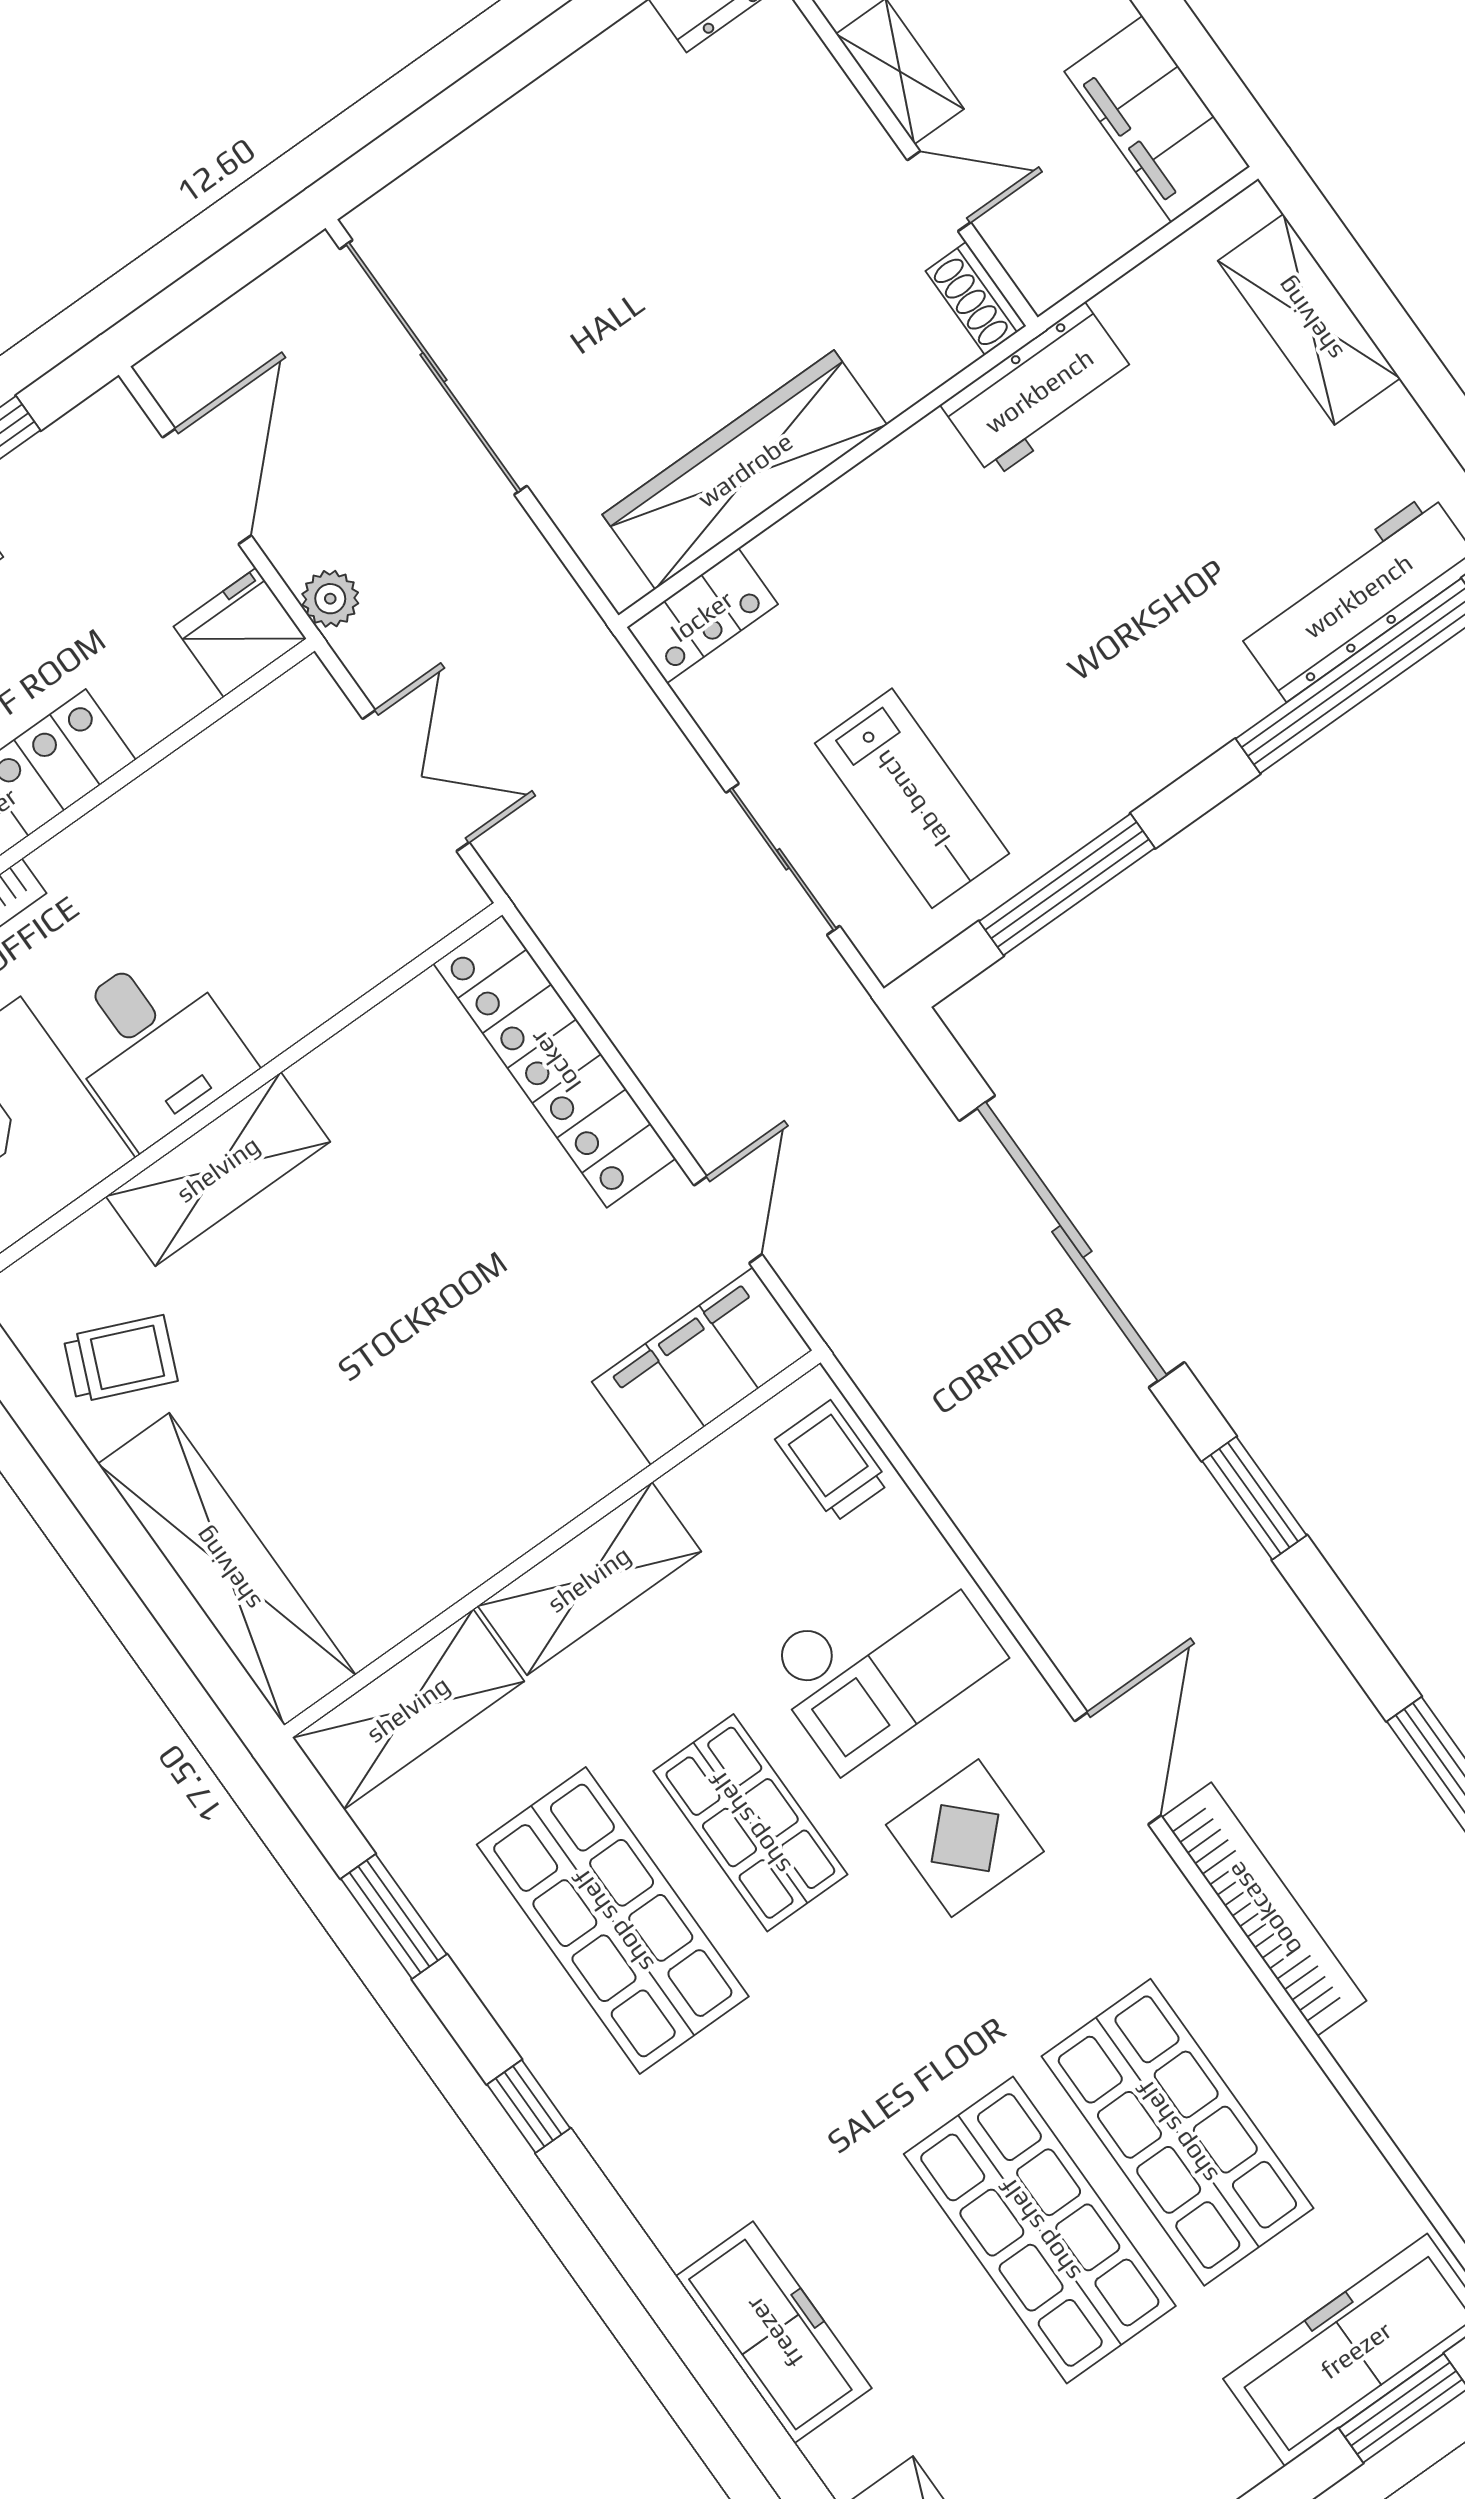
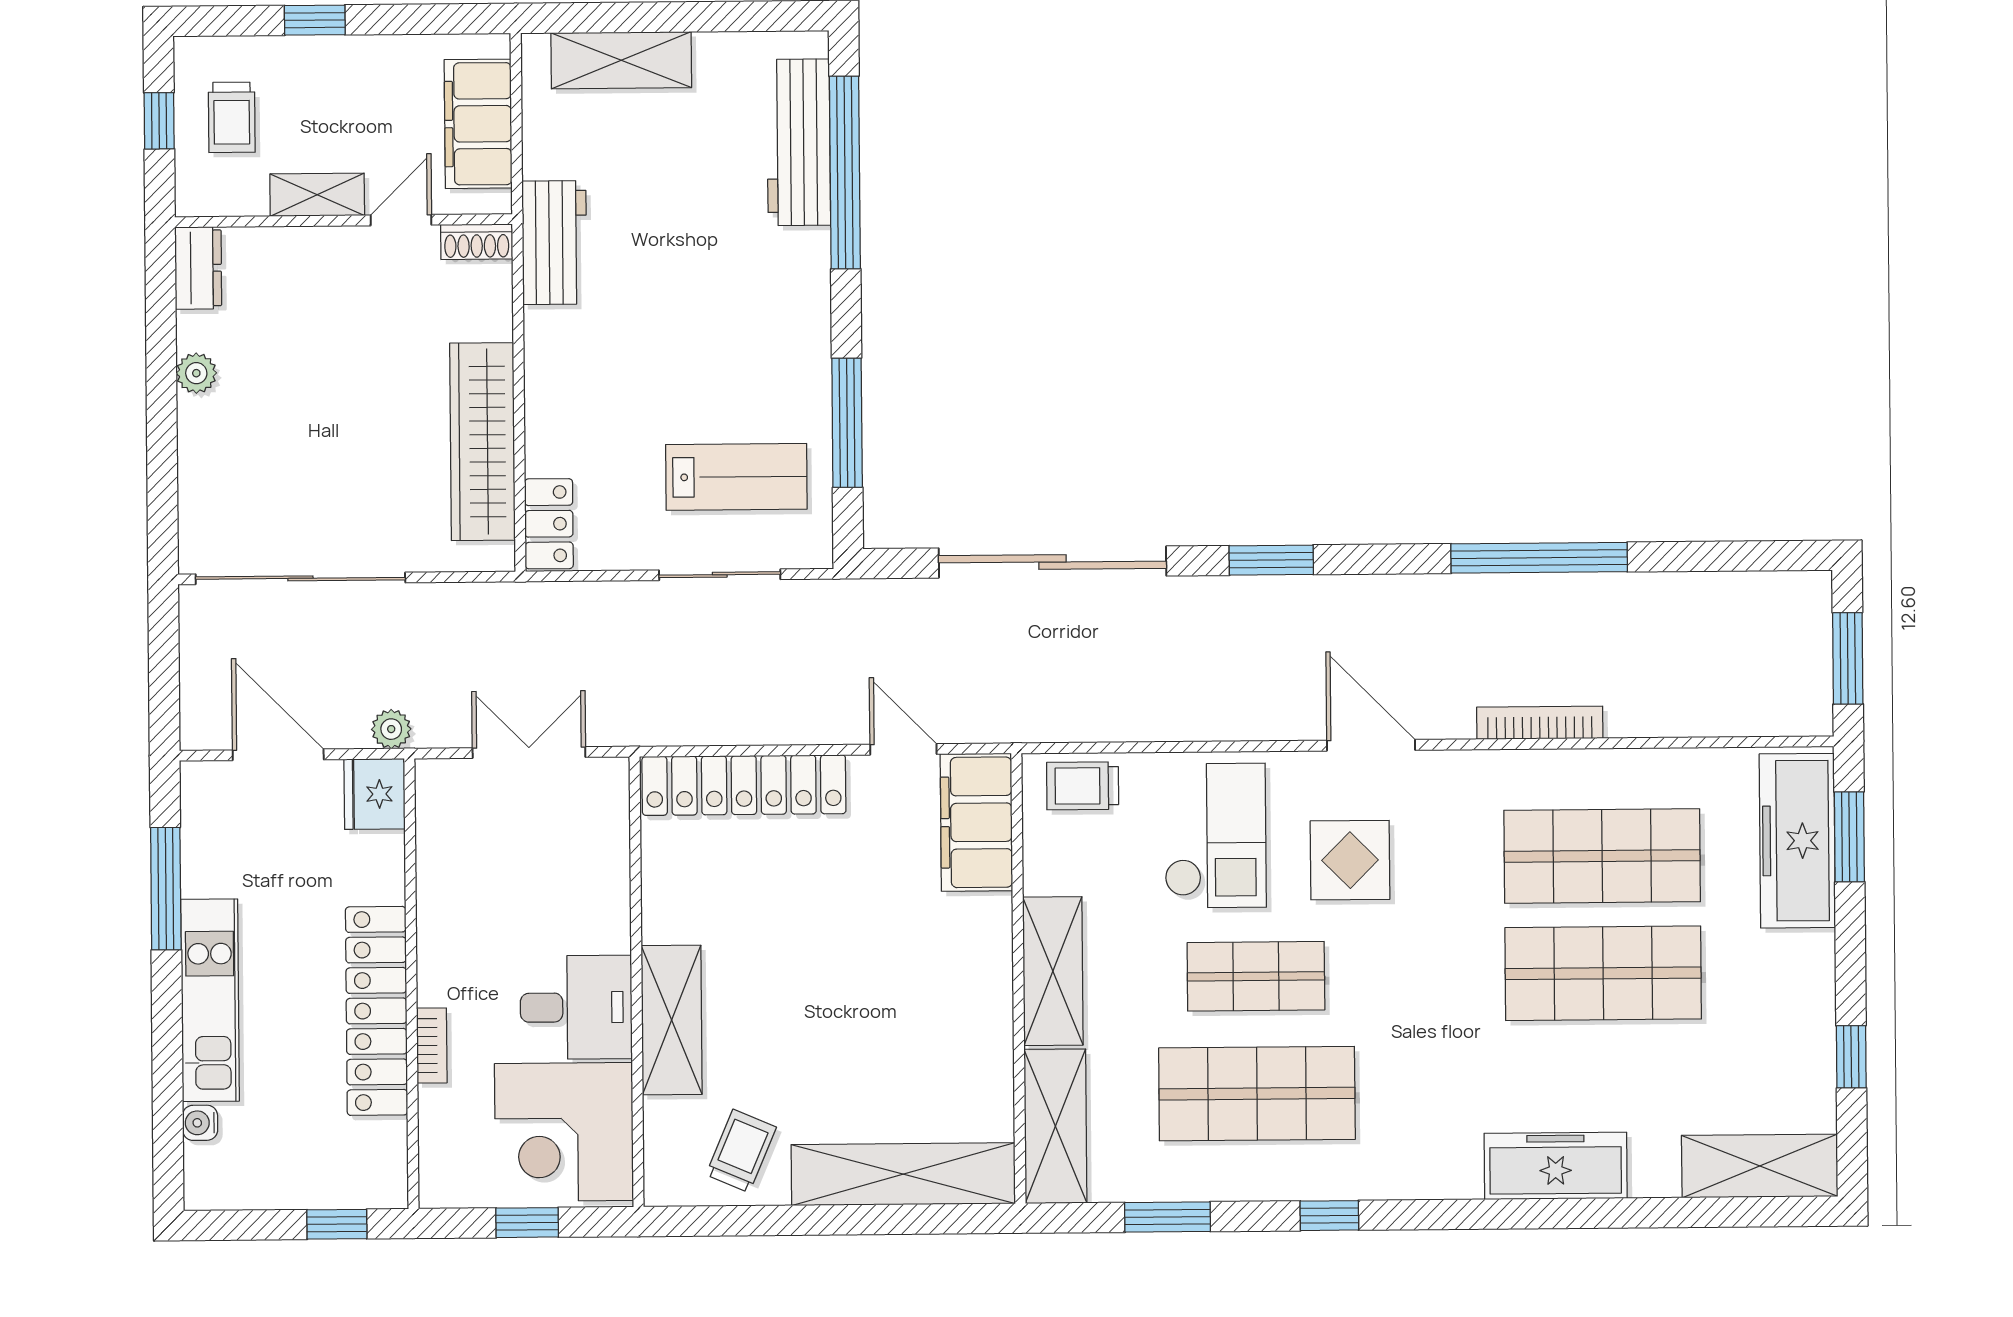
plant: (590, 76) -> (196, 373), added
filing cabinet: (1157, 119) -> (478, 124), moved, turned 90
bookcase: (1264, 1909) -> (1540, 723), width x0.68, depth x0.76

